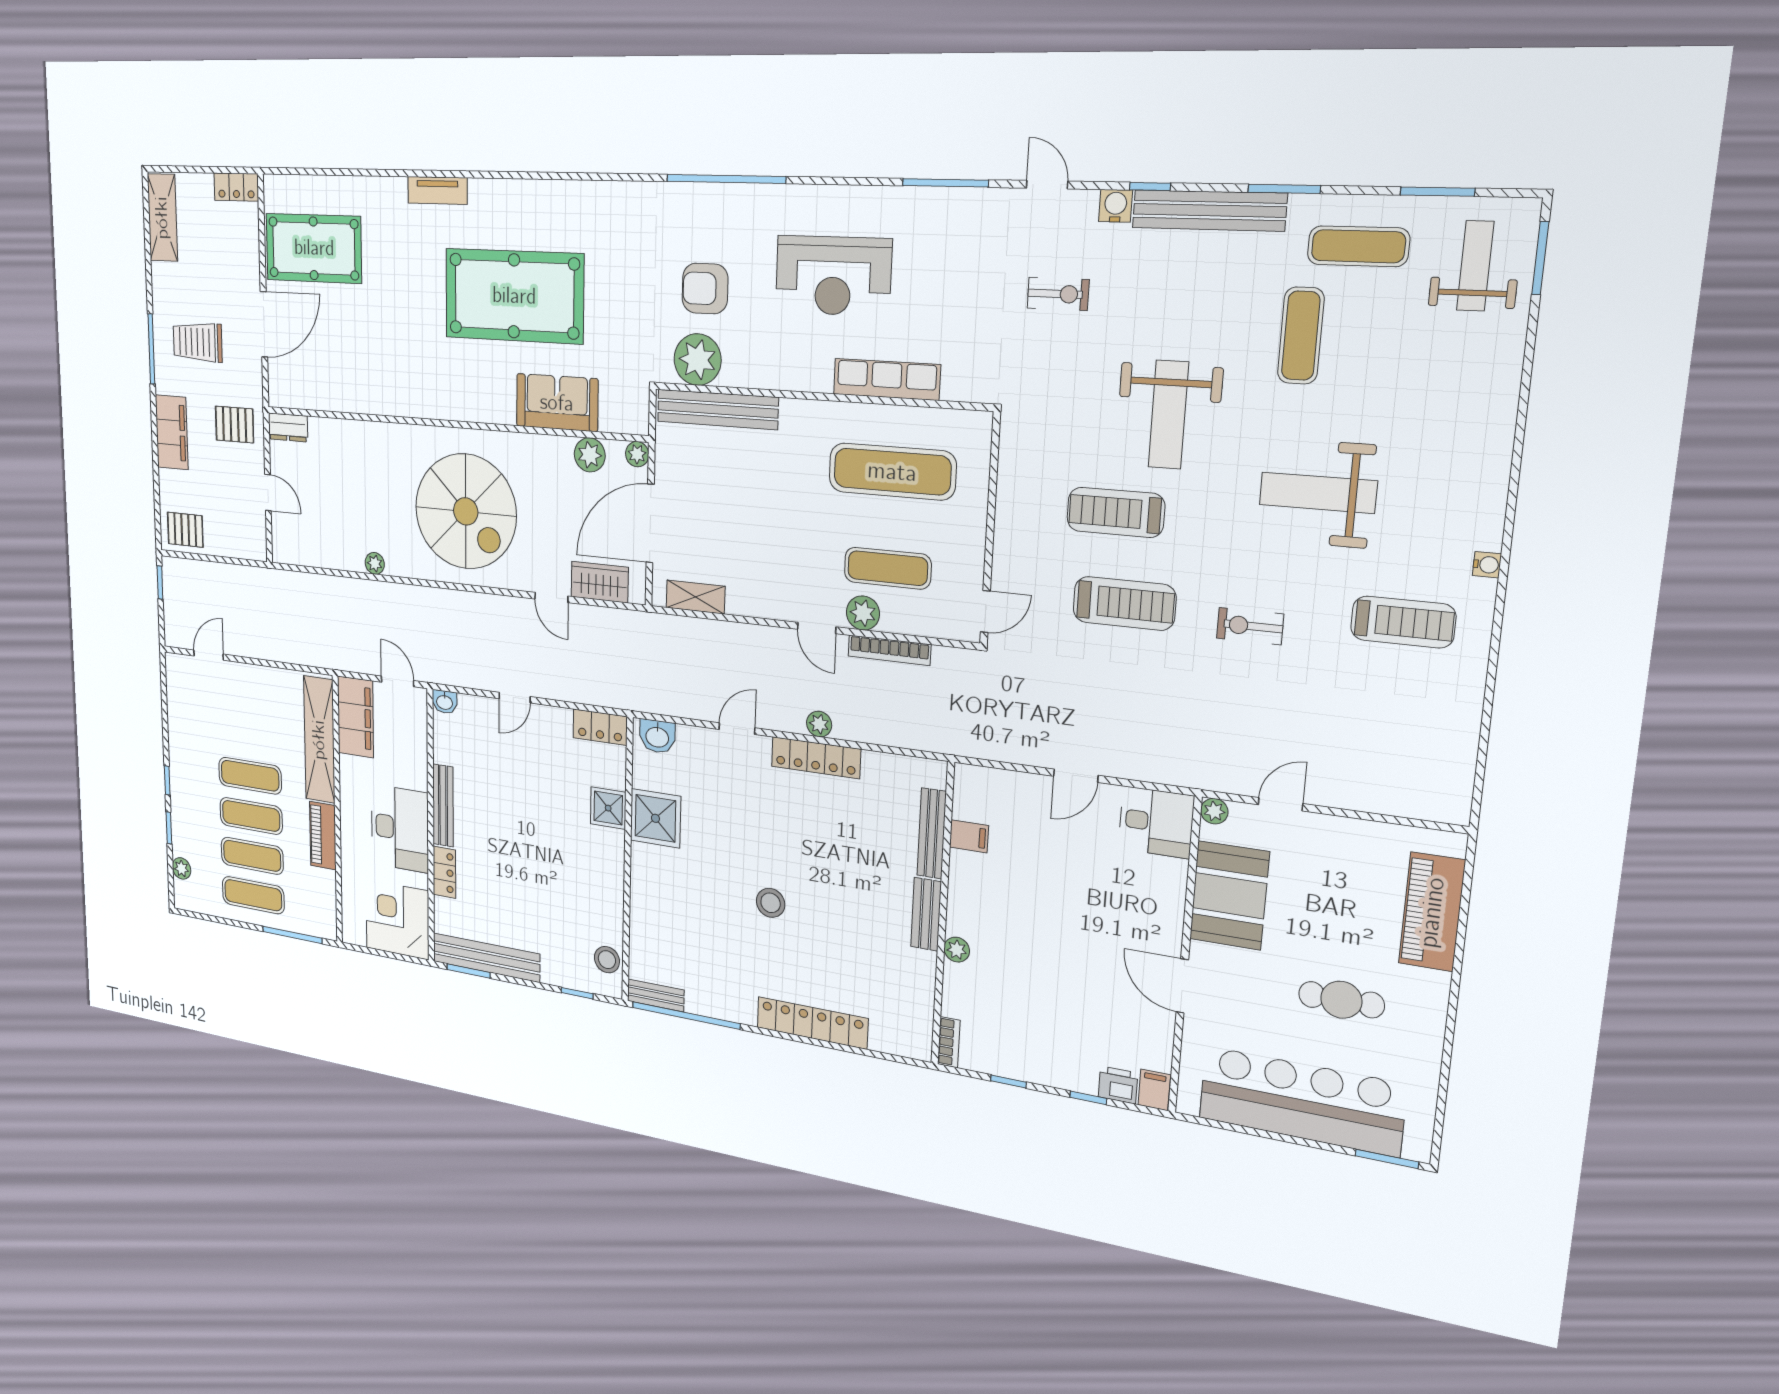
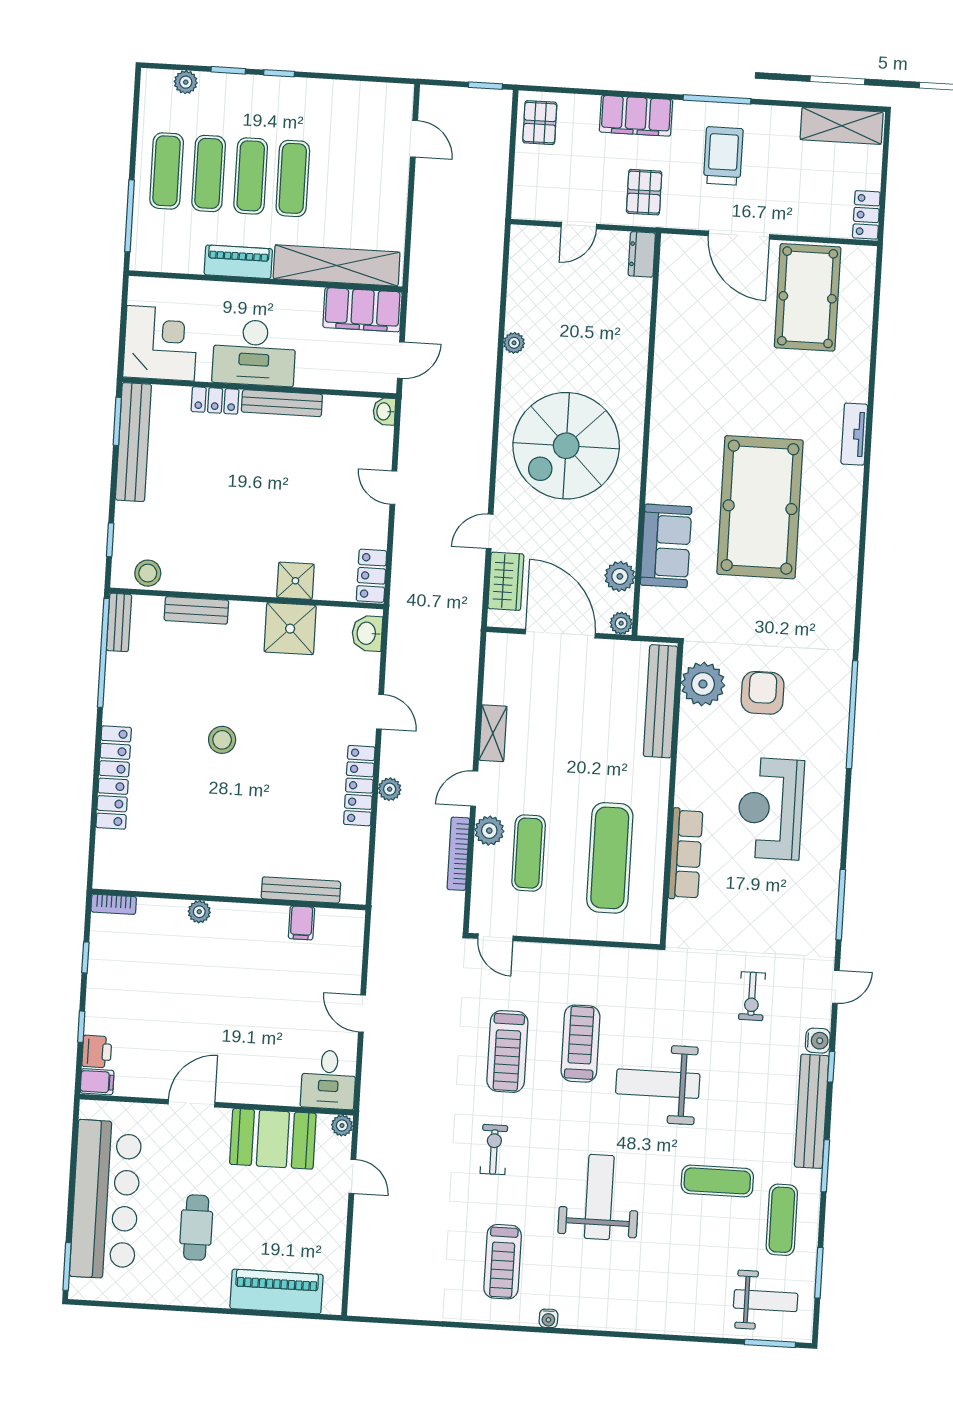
shelving: (696, 597) -> (493, 733), moved
bench: (926, 914) -> (196, 610), moved

